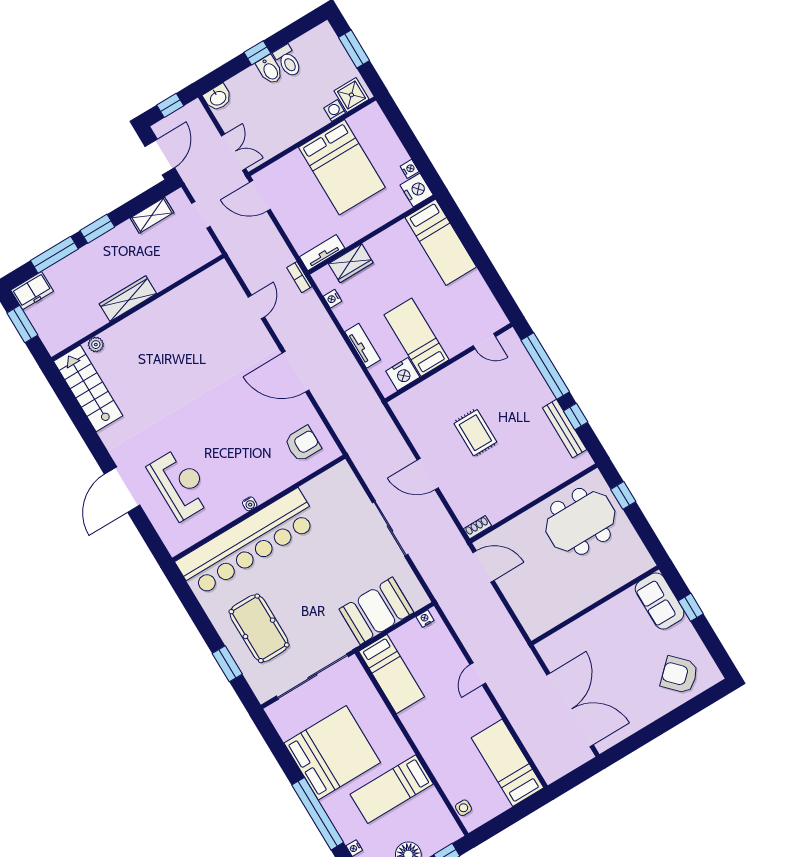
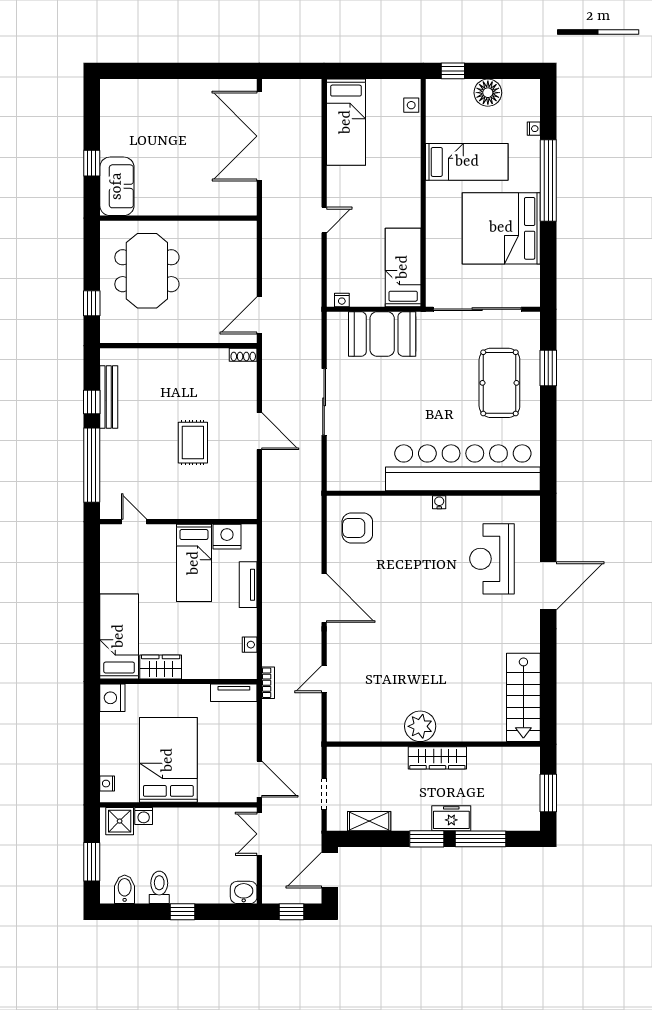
bidet: (270, 70) -> (125, 889), moved
nightstand: (410, 169) -> (107, 784), moved
wardrobe: (351, 263) -> (161, 667), moved
freezer: (32, 291) -> (451, 818), moved
plant: (96, 345) -> (420, 726), moved, width x1.88, depth x1.88
meeting table: (580, 521) -> (147, 271), moved, turned 90
door: (483, 566) -> (259, 315), hinge flipped
armchair: (679, 675) -> (140, 108), removed

